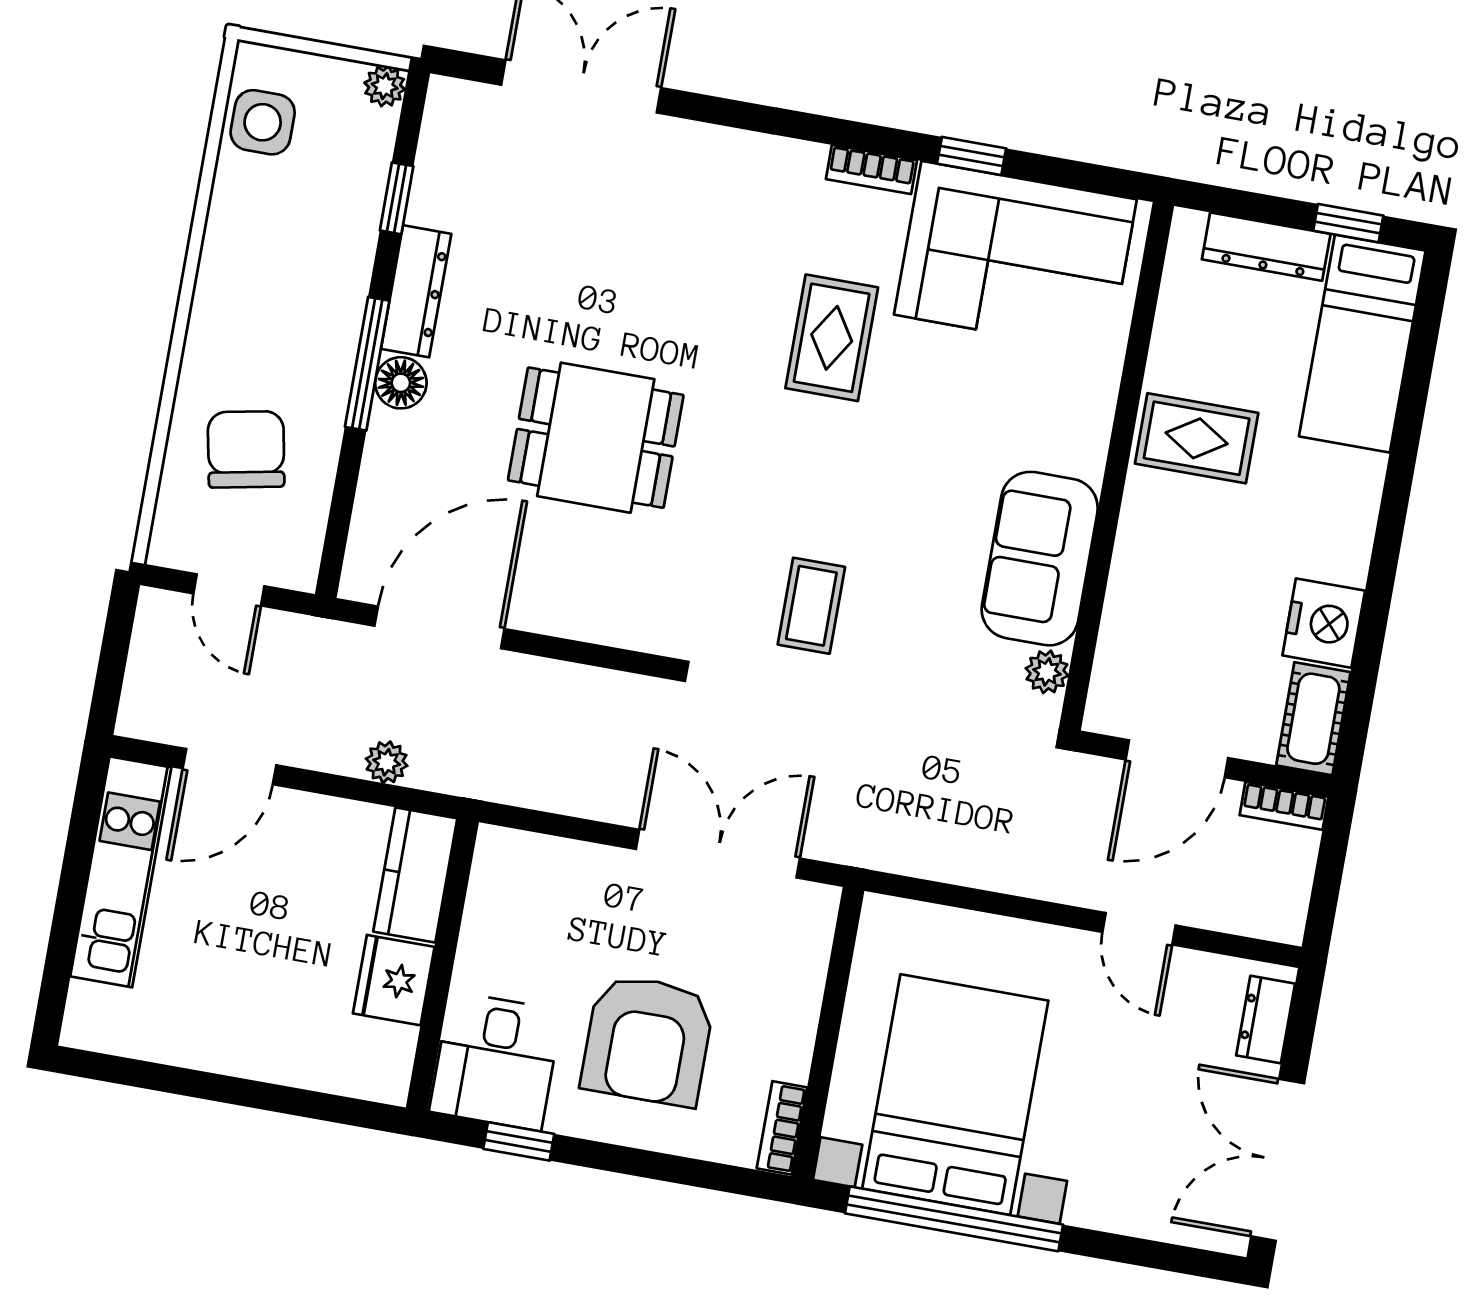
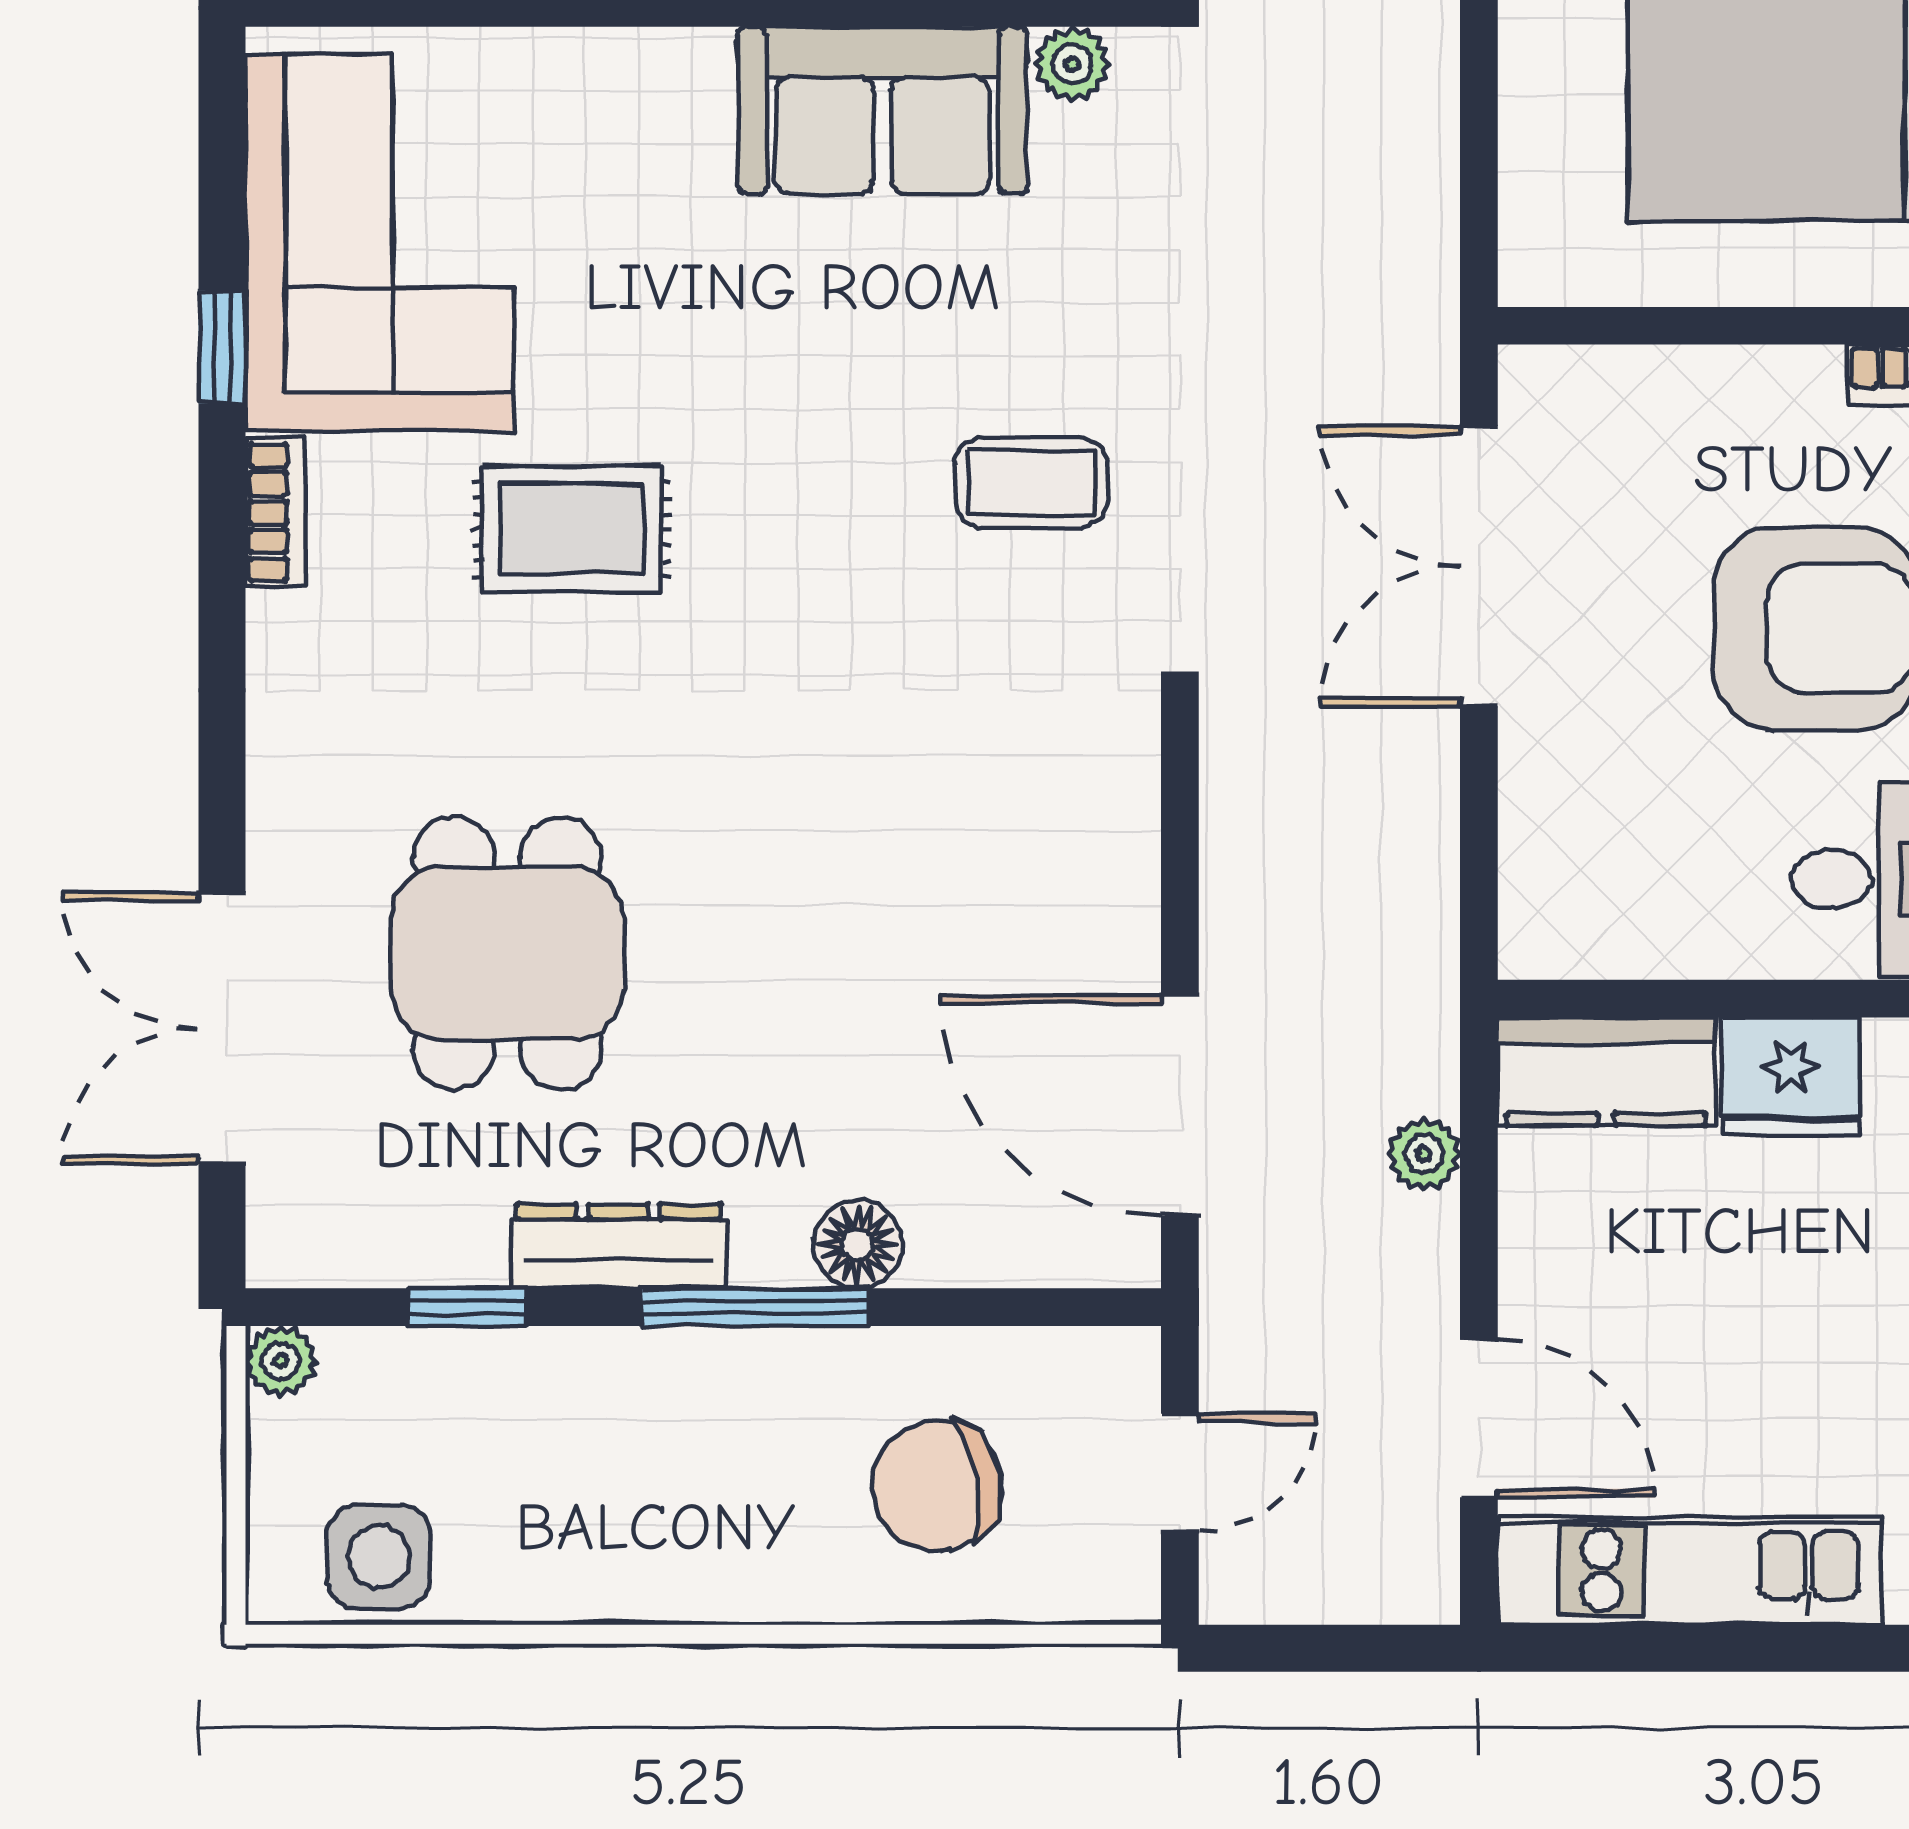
floor lamp: (401, 383) -> (858, 1244), moved
dining table: (596, 438) -> (507, 953), moved

